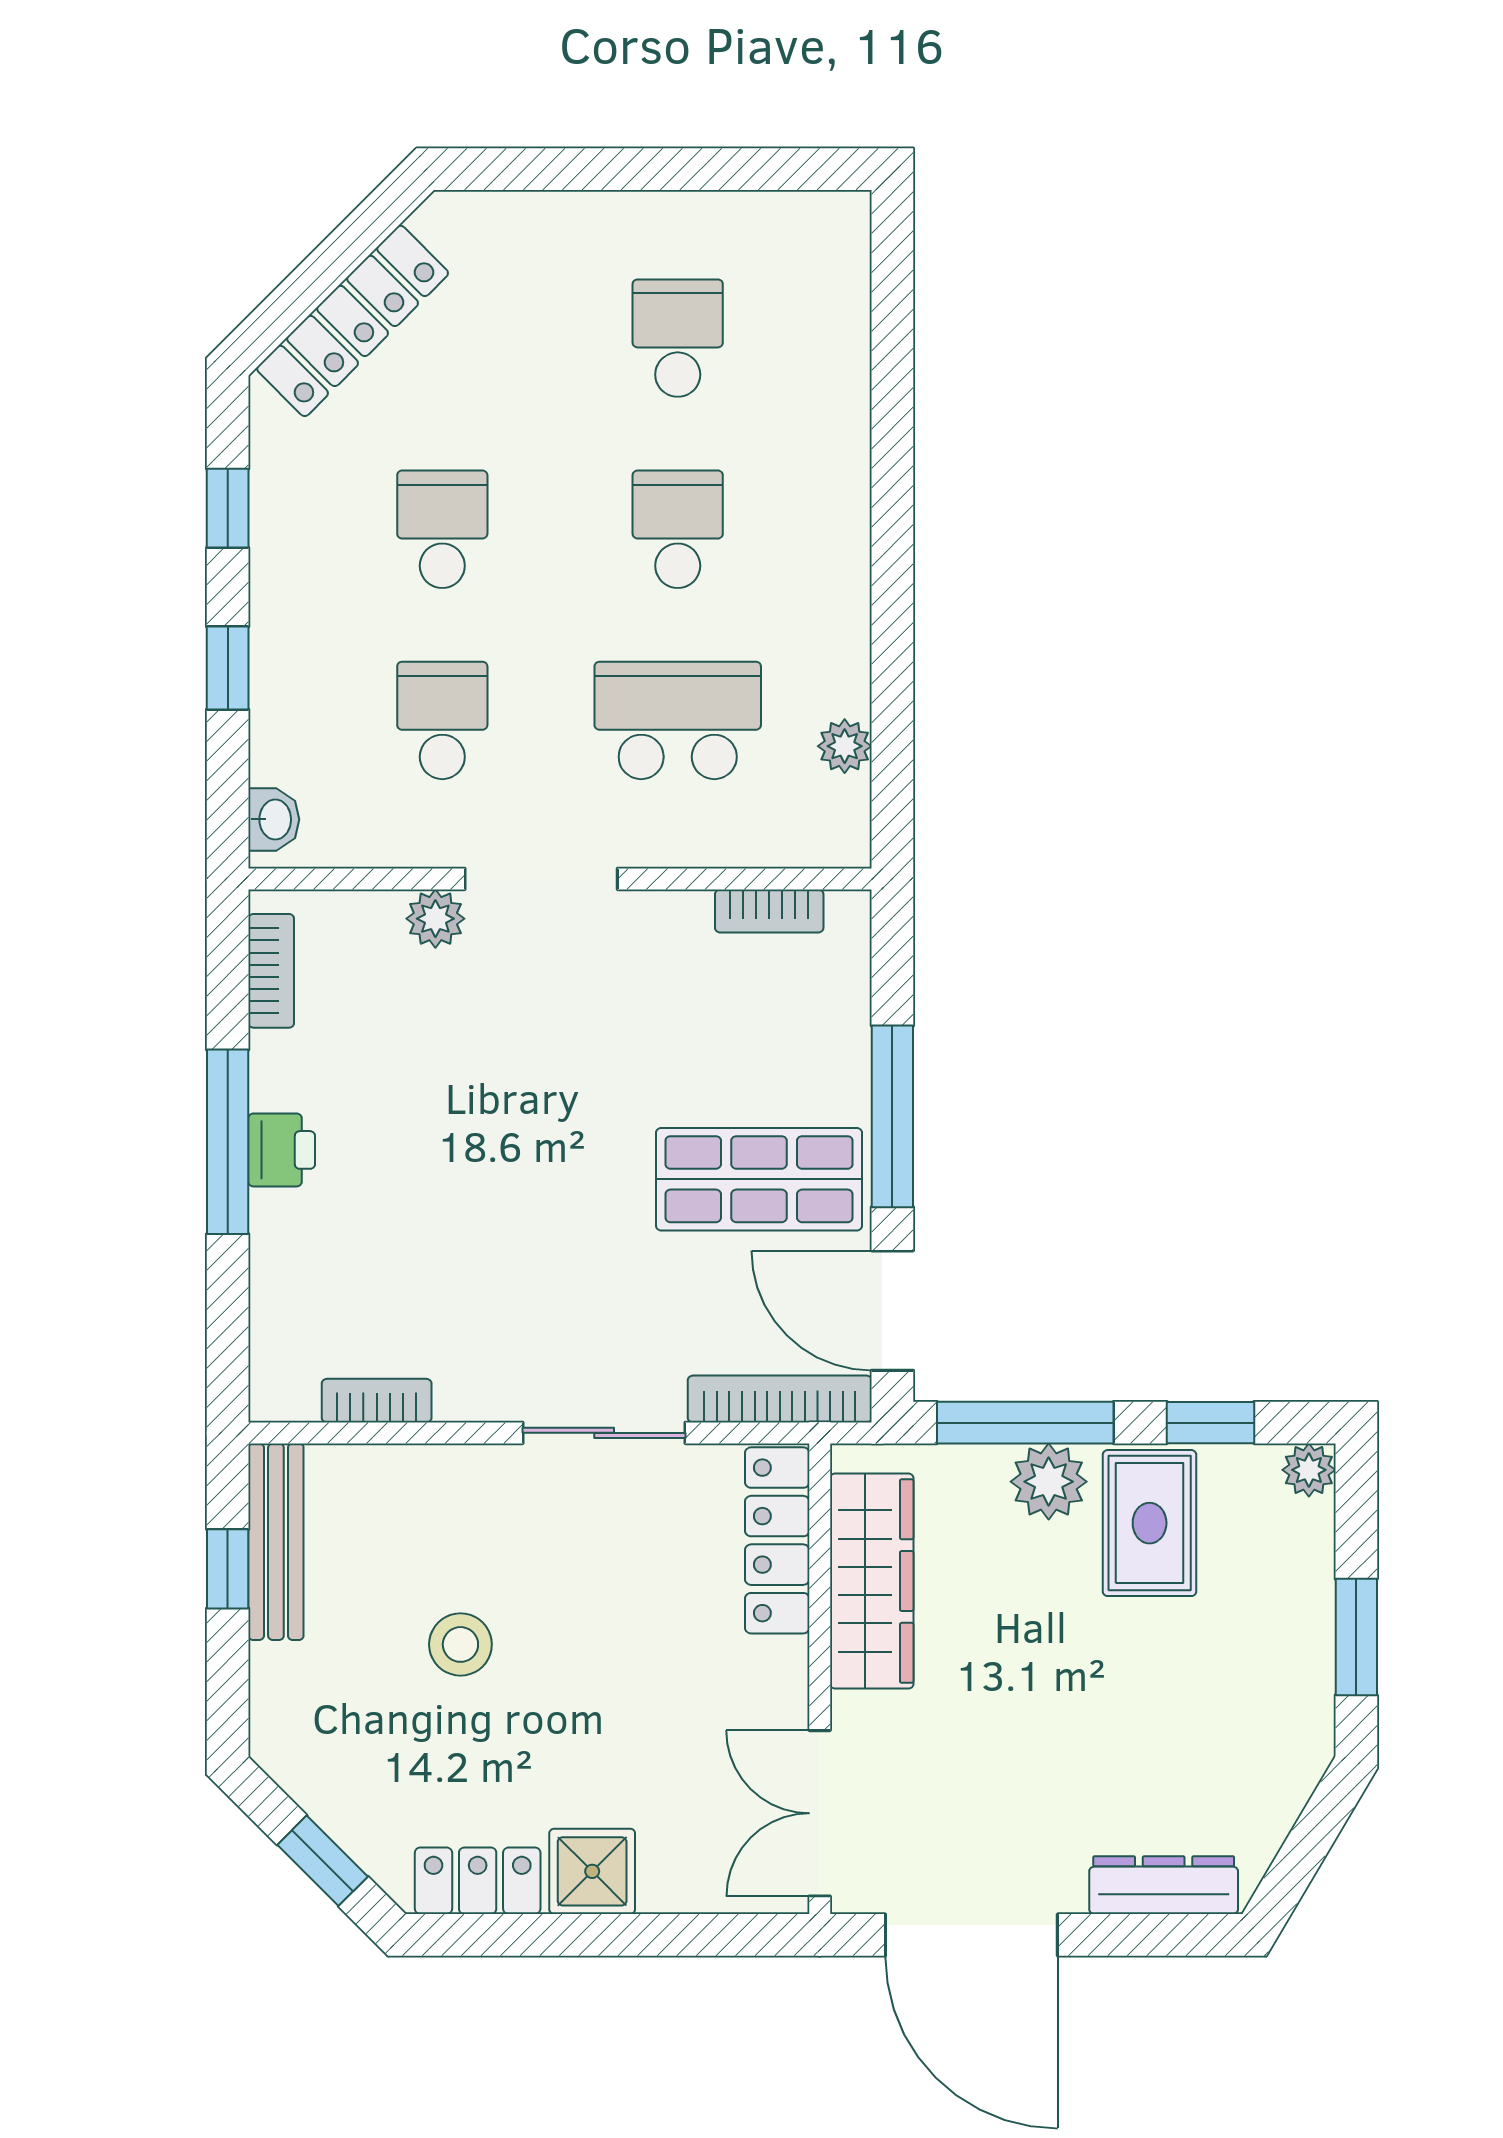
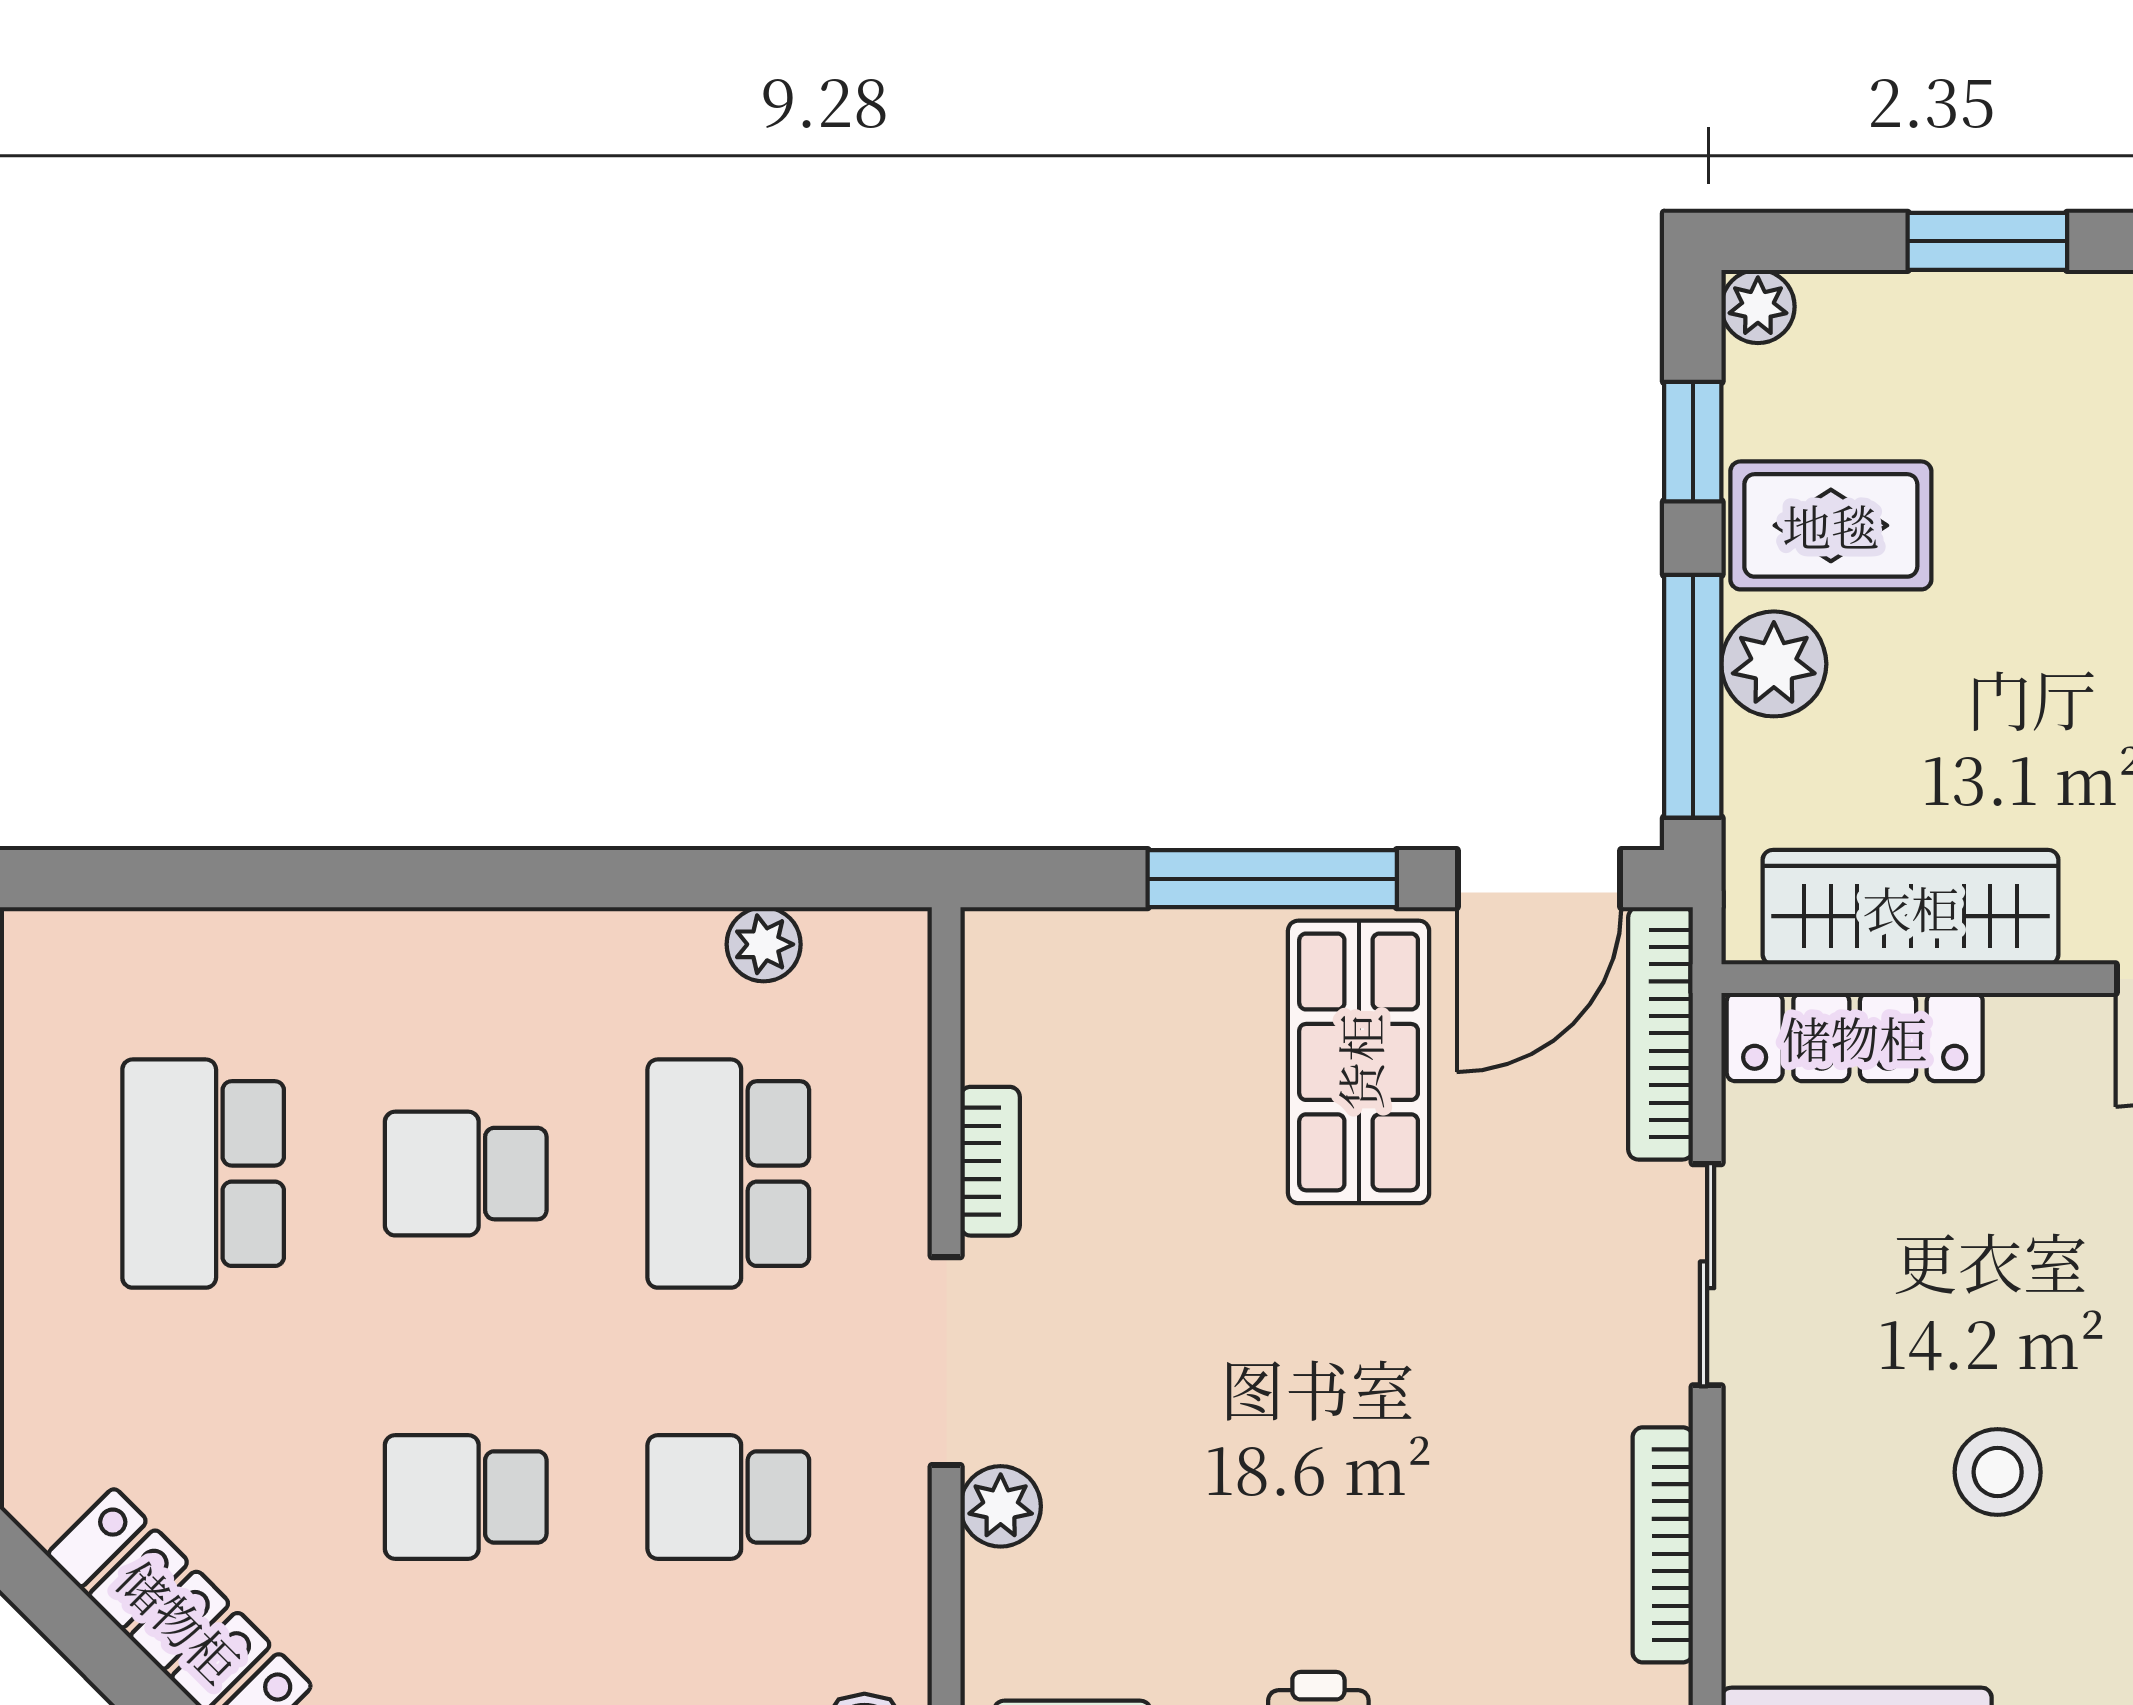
school desk: (678, 338) -> (203, 1174), width x1.85
bookcase: (769, 911) -> (990, 1161), moved
bookcase: (377, 1401) -> (1663, 1545), width x1.56

